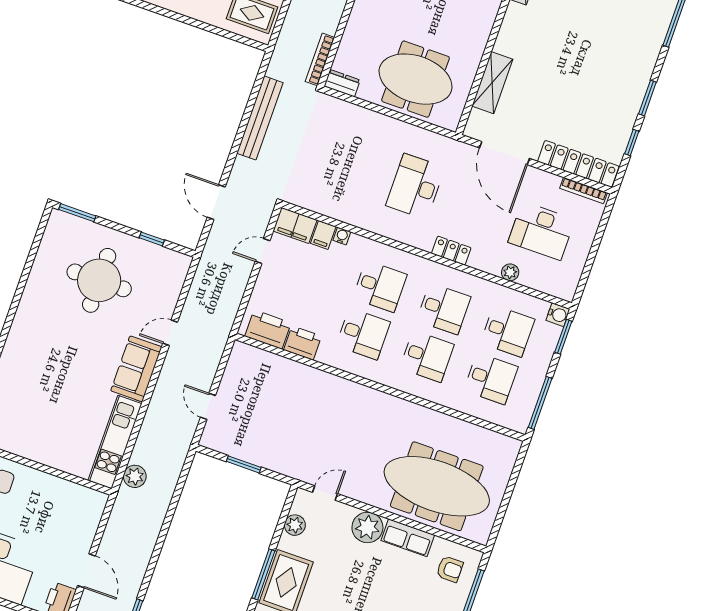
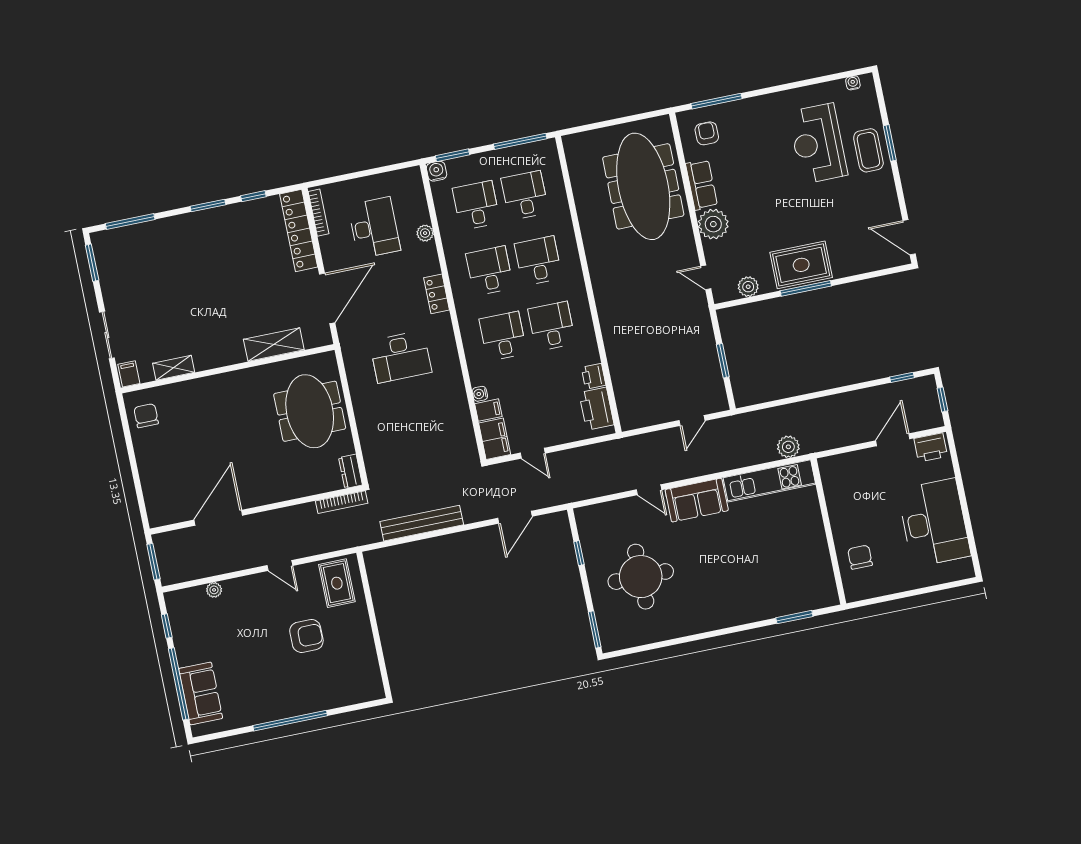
printer: (303, 343) -> (594, 376), width x0.73, depth x0.81

